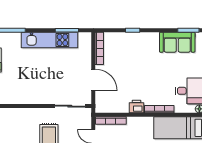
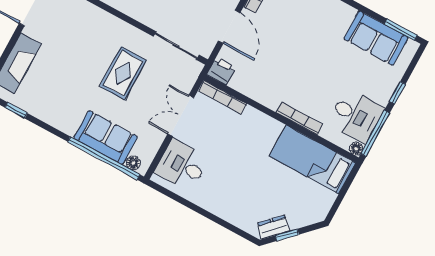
printer: (136, 107) -> (221, 71), moved

